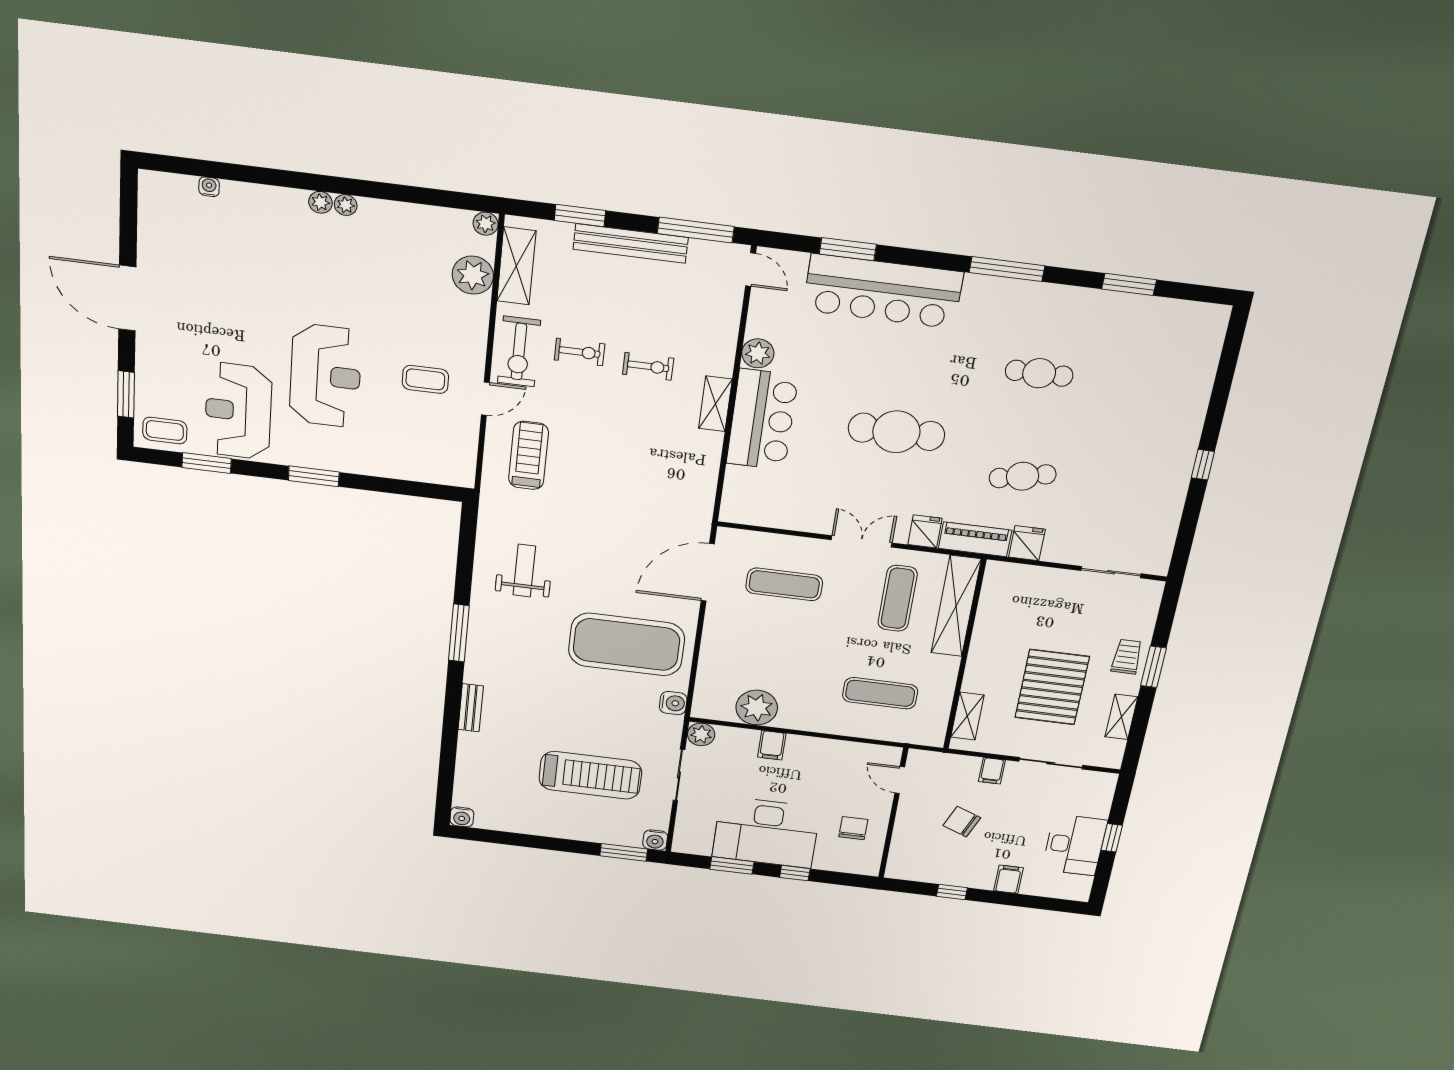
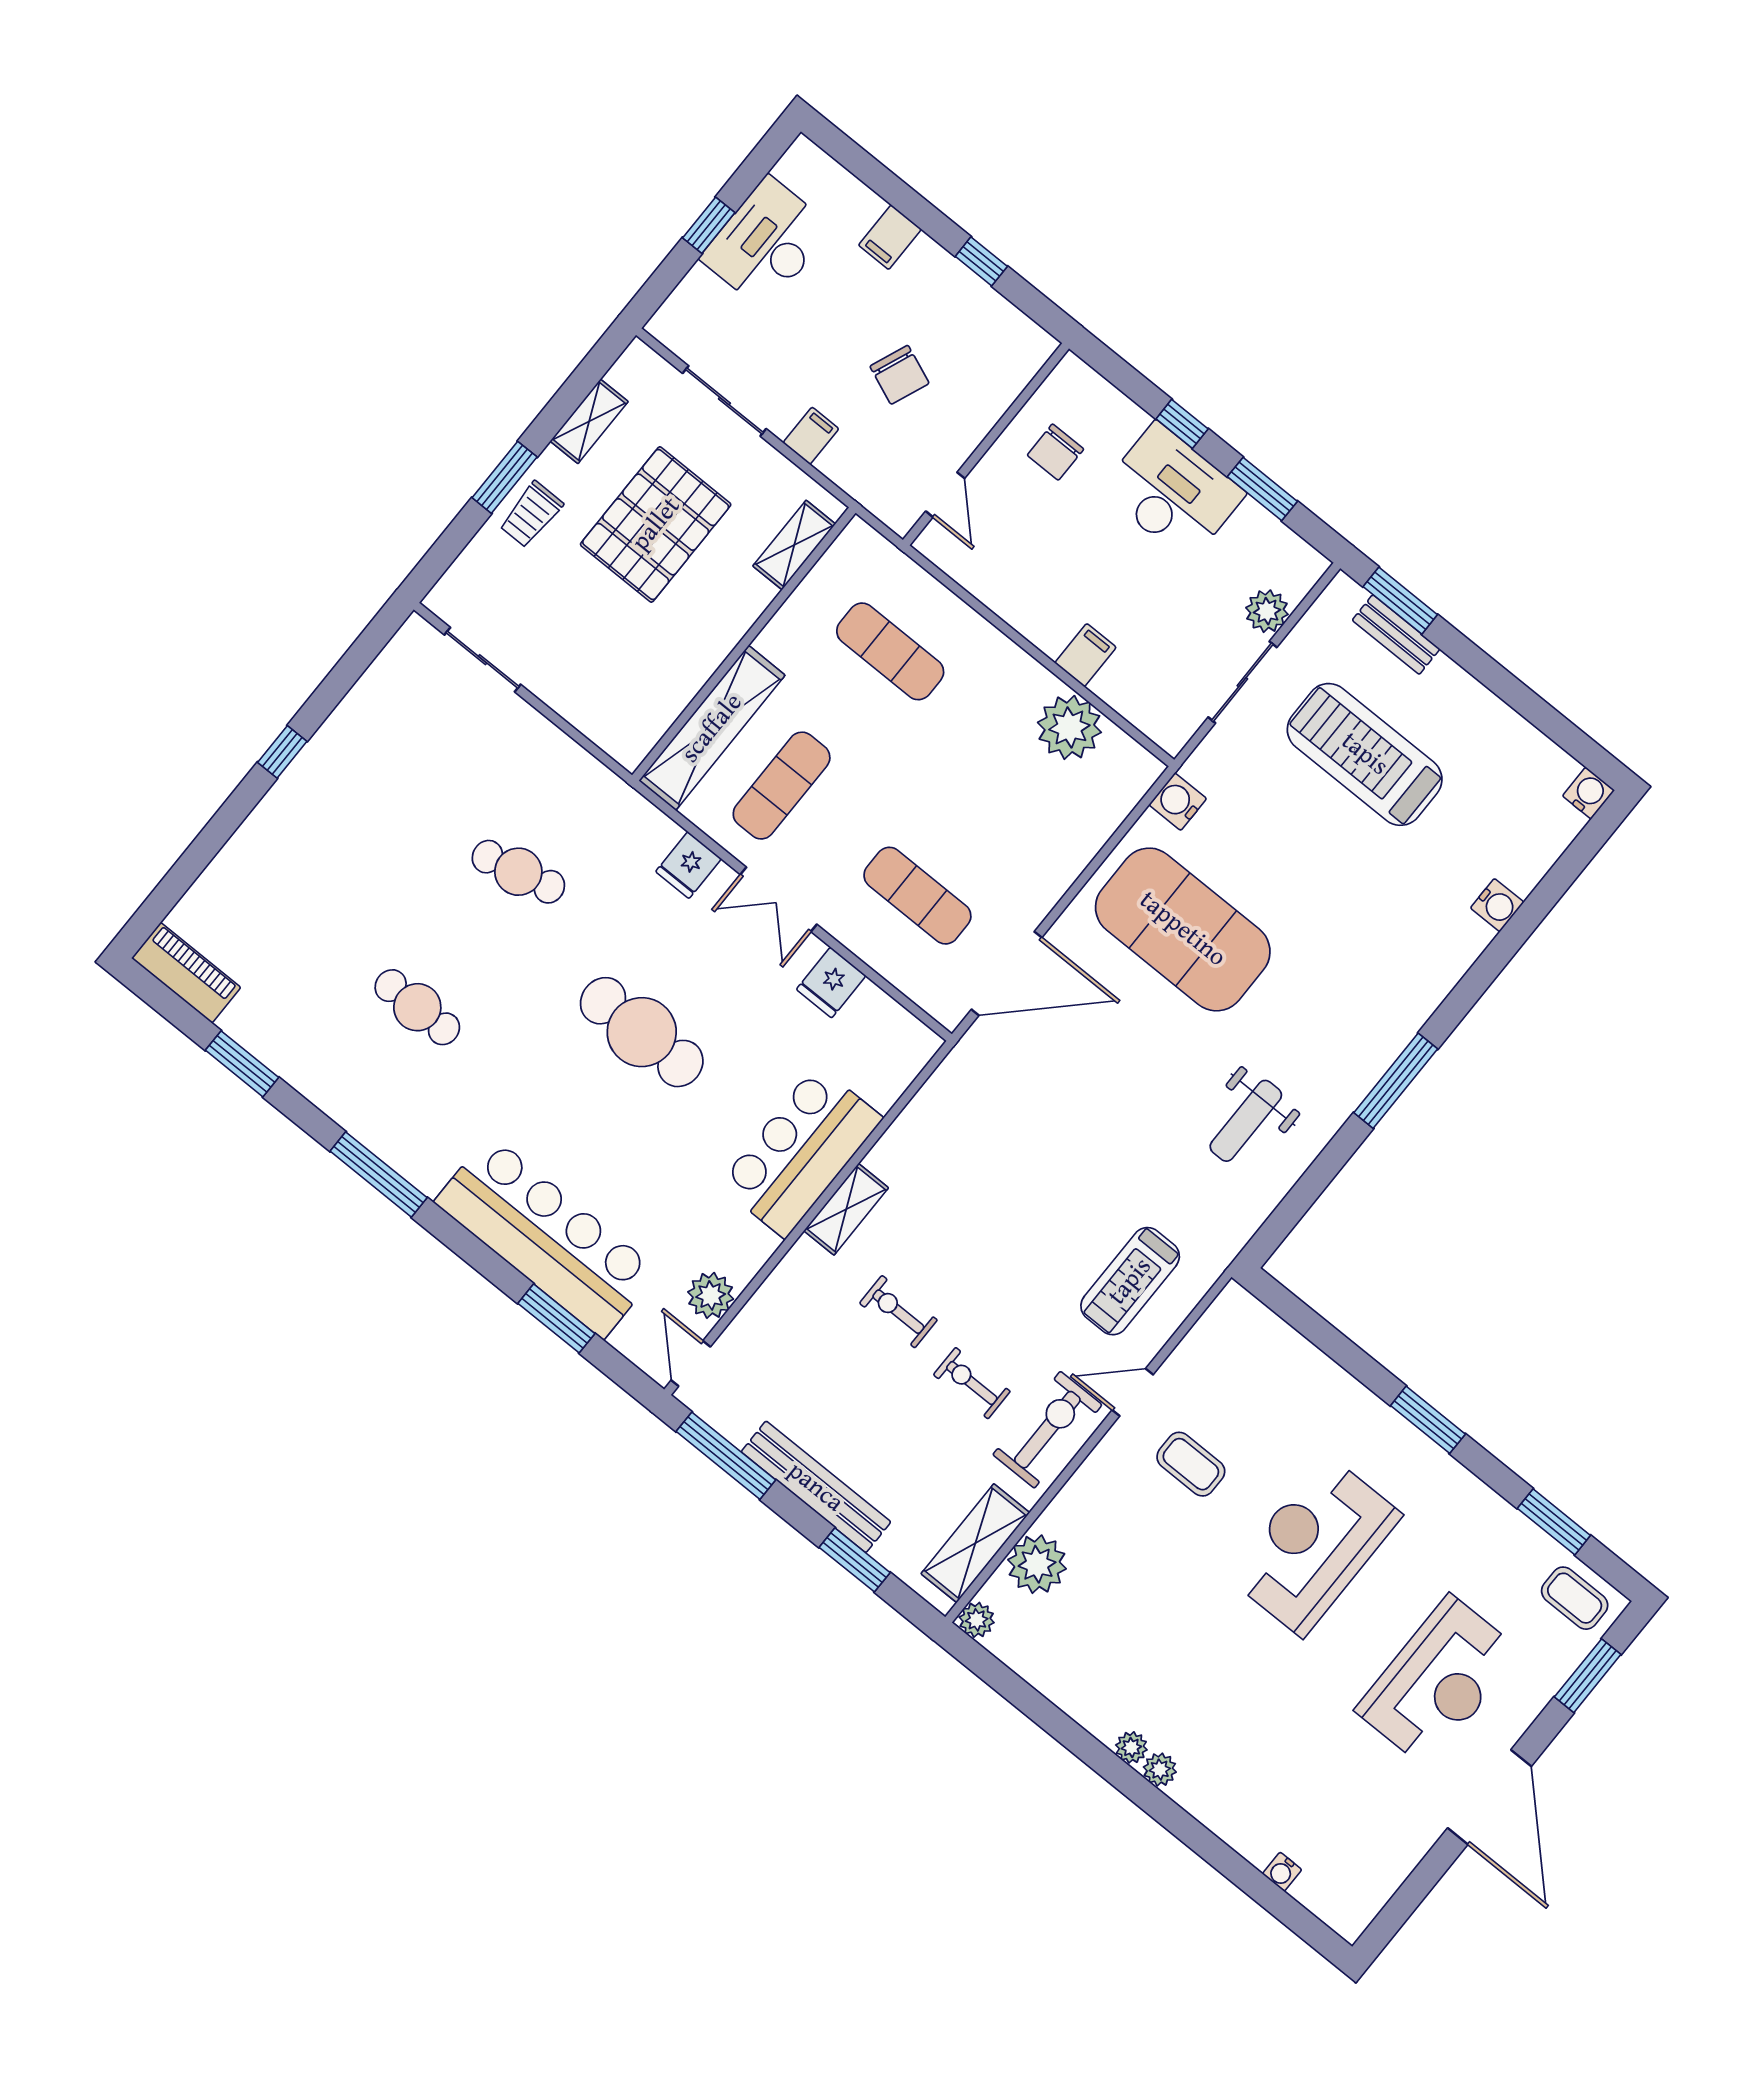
plant: (758, 353) -> (711, 1295), moved
reception desk: (238, 411) -> (1438, 1681), moved
piano: (975, 539) -> (186, 973), moved, turned 180
fridge: (1027, 543) -> (831, 983), moved
bench: (471, 708) -> (1396, 635), moved, turned 90
plant: (701, 734) -> (1267, 611), moved
desk: (766, 832) -> (1172, 492), width x0.73, depth x0.77
water cooler: (655, 840) -> (1497, 905), moved, turned 90

